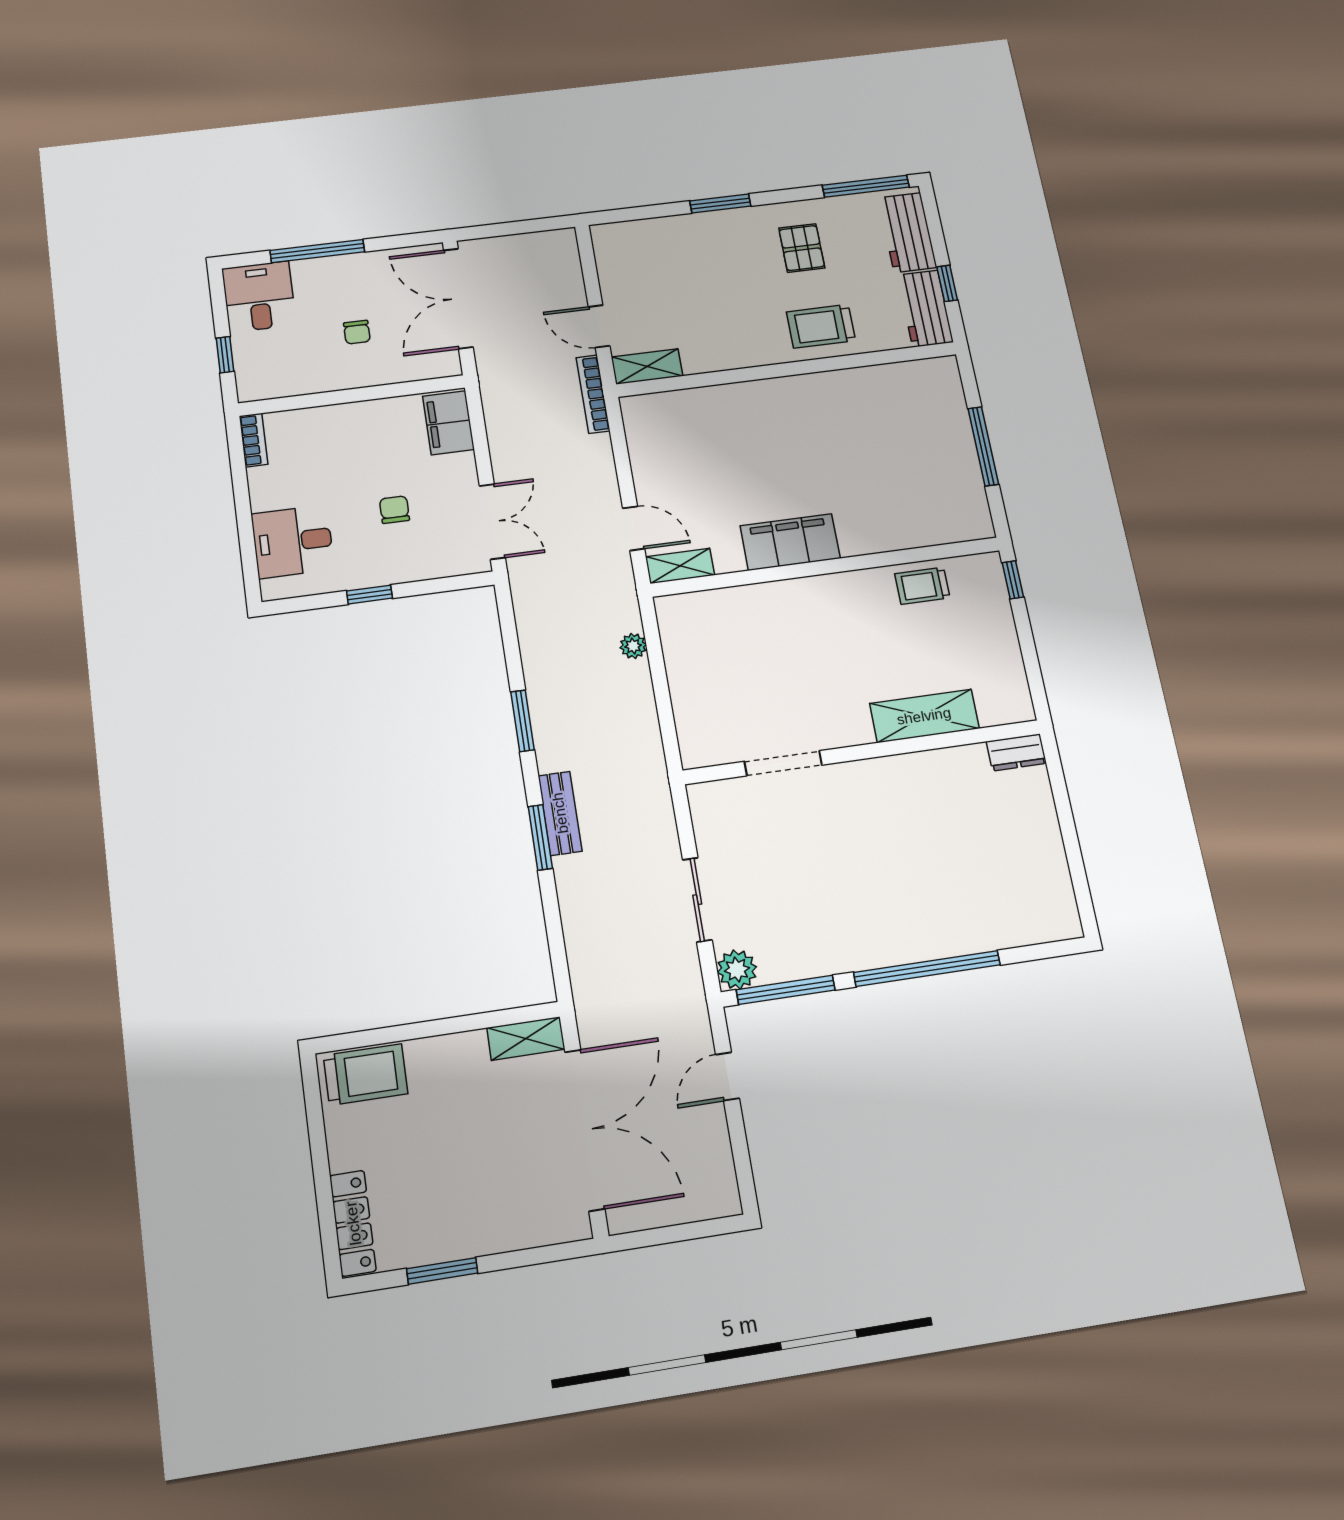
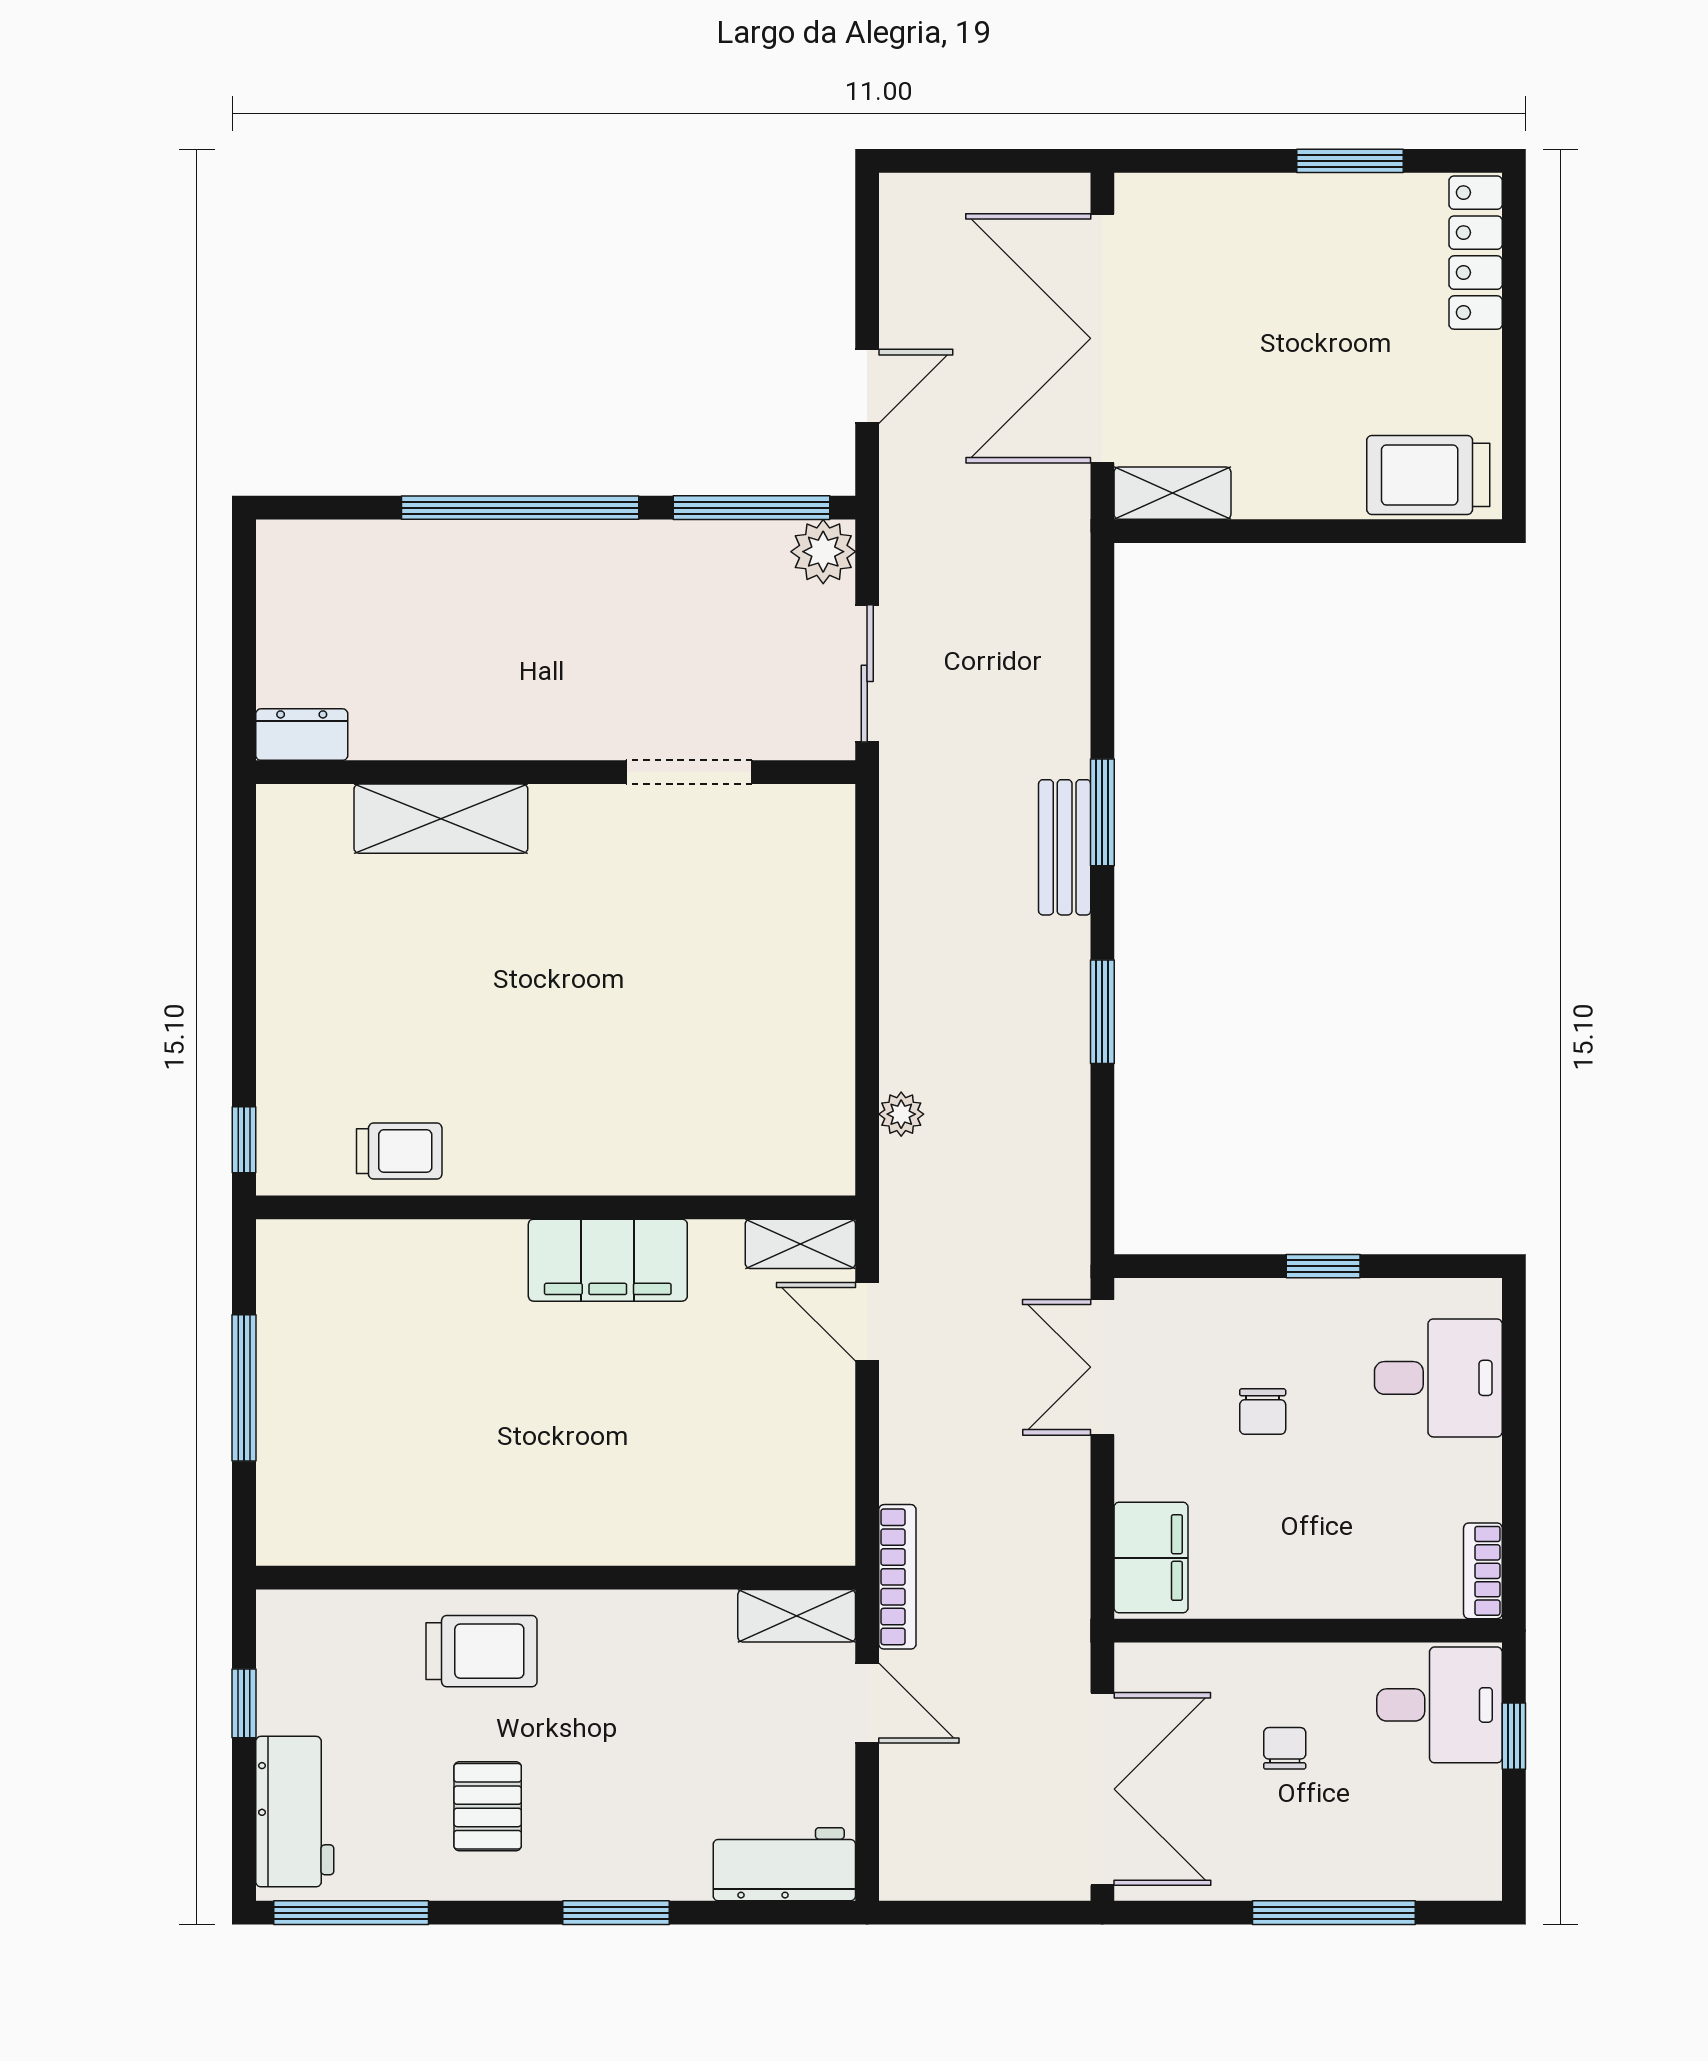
desk: (259, 297) -> (1440, 1705), moved, turned -90
workbench: (925, 308) -> (784, 1864), moved, turned -90
shelving: (924, 716) -> (441, 819), moved
wall: (862, 752) -> (556, 772), moved
dresser: (1016, 752) -> (302, 735), moved
doorway: (783, 763) -> (689, 772), moved

